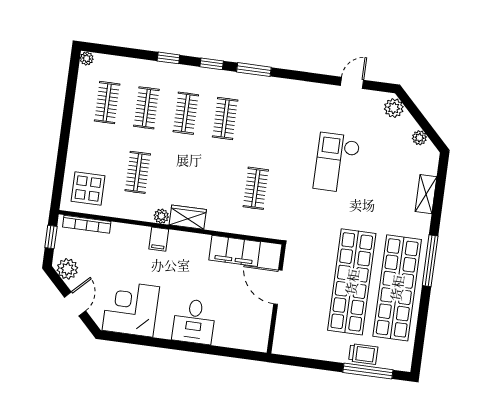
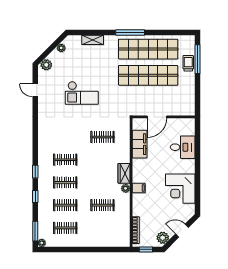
window: (254, 70) -> (35, 231), moved
display table: (88, 188) -> (115, 232), removed
corner desk: (131, 309) -> (180, 189), moved
desk: (194, 321) -> (183, 147), moved

